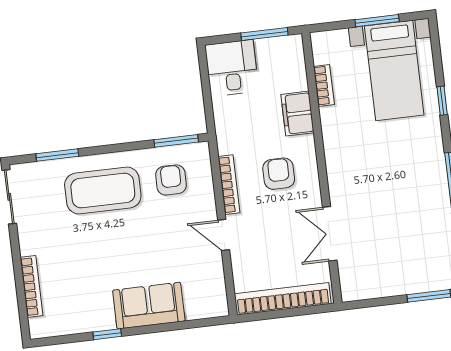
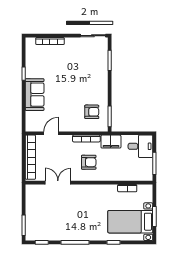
filing cabinet: (297, 114) -> (111, 142), moved, turned 180
coffee table: (103, 190) -> (91, 80), removed
door: (224, 235) -> (51, 133), moved

